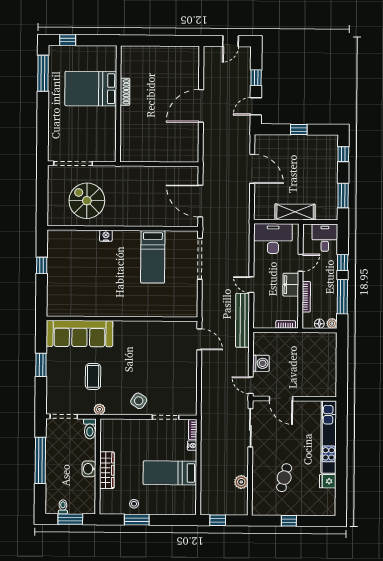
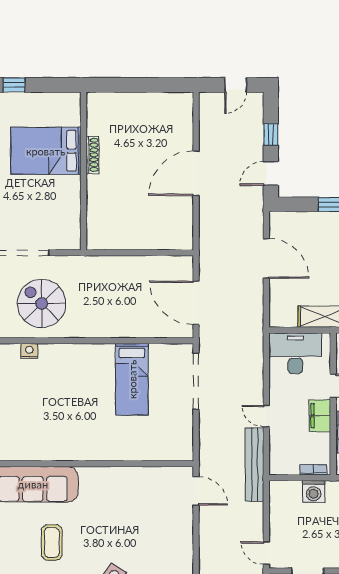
nightstand: (106, 236) -> (29, 351), moved
washing machine: (261, 363) -> (314, 492), moved, turned 90

